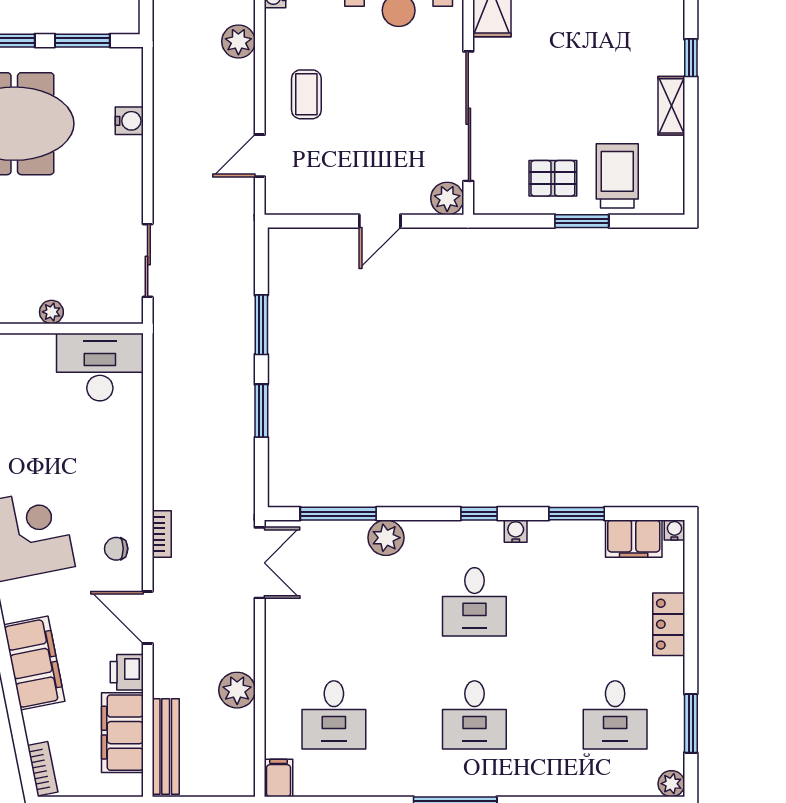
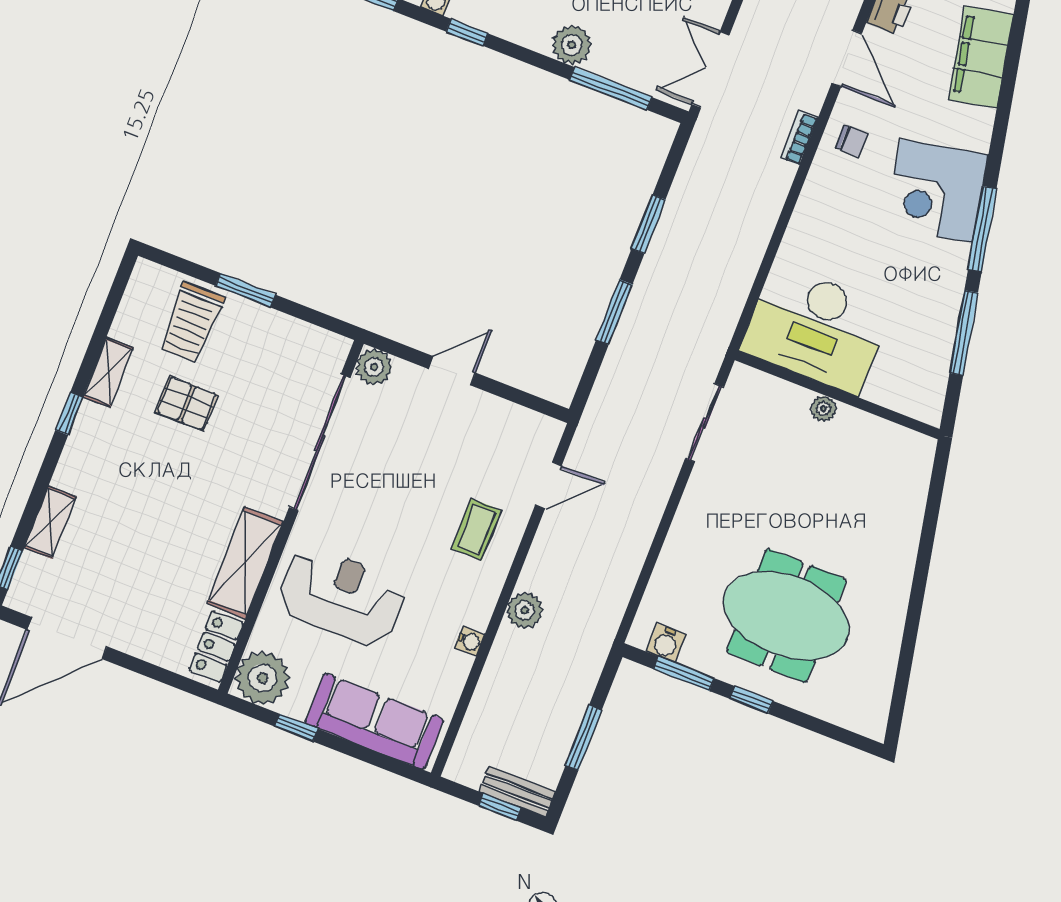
water cooler: (129, 121) -> (666, 643), moved, turned -90
pallet: (553, 178) -> (187, 403), moved
desk: (100, 367) -> (816, 329), width x1.36, depth x1.30

